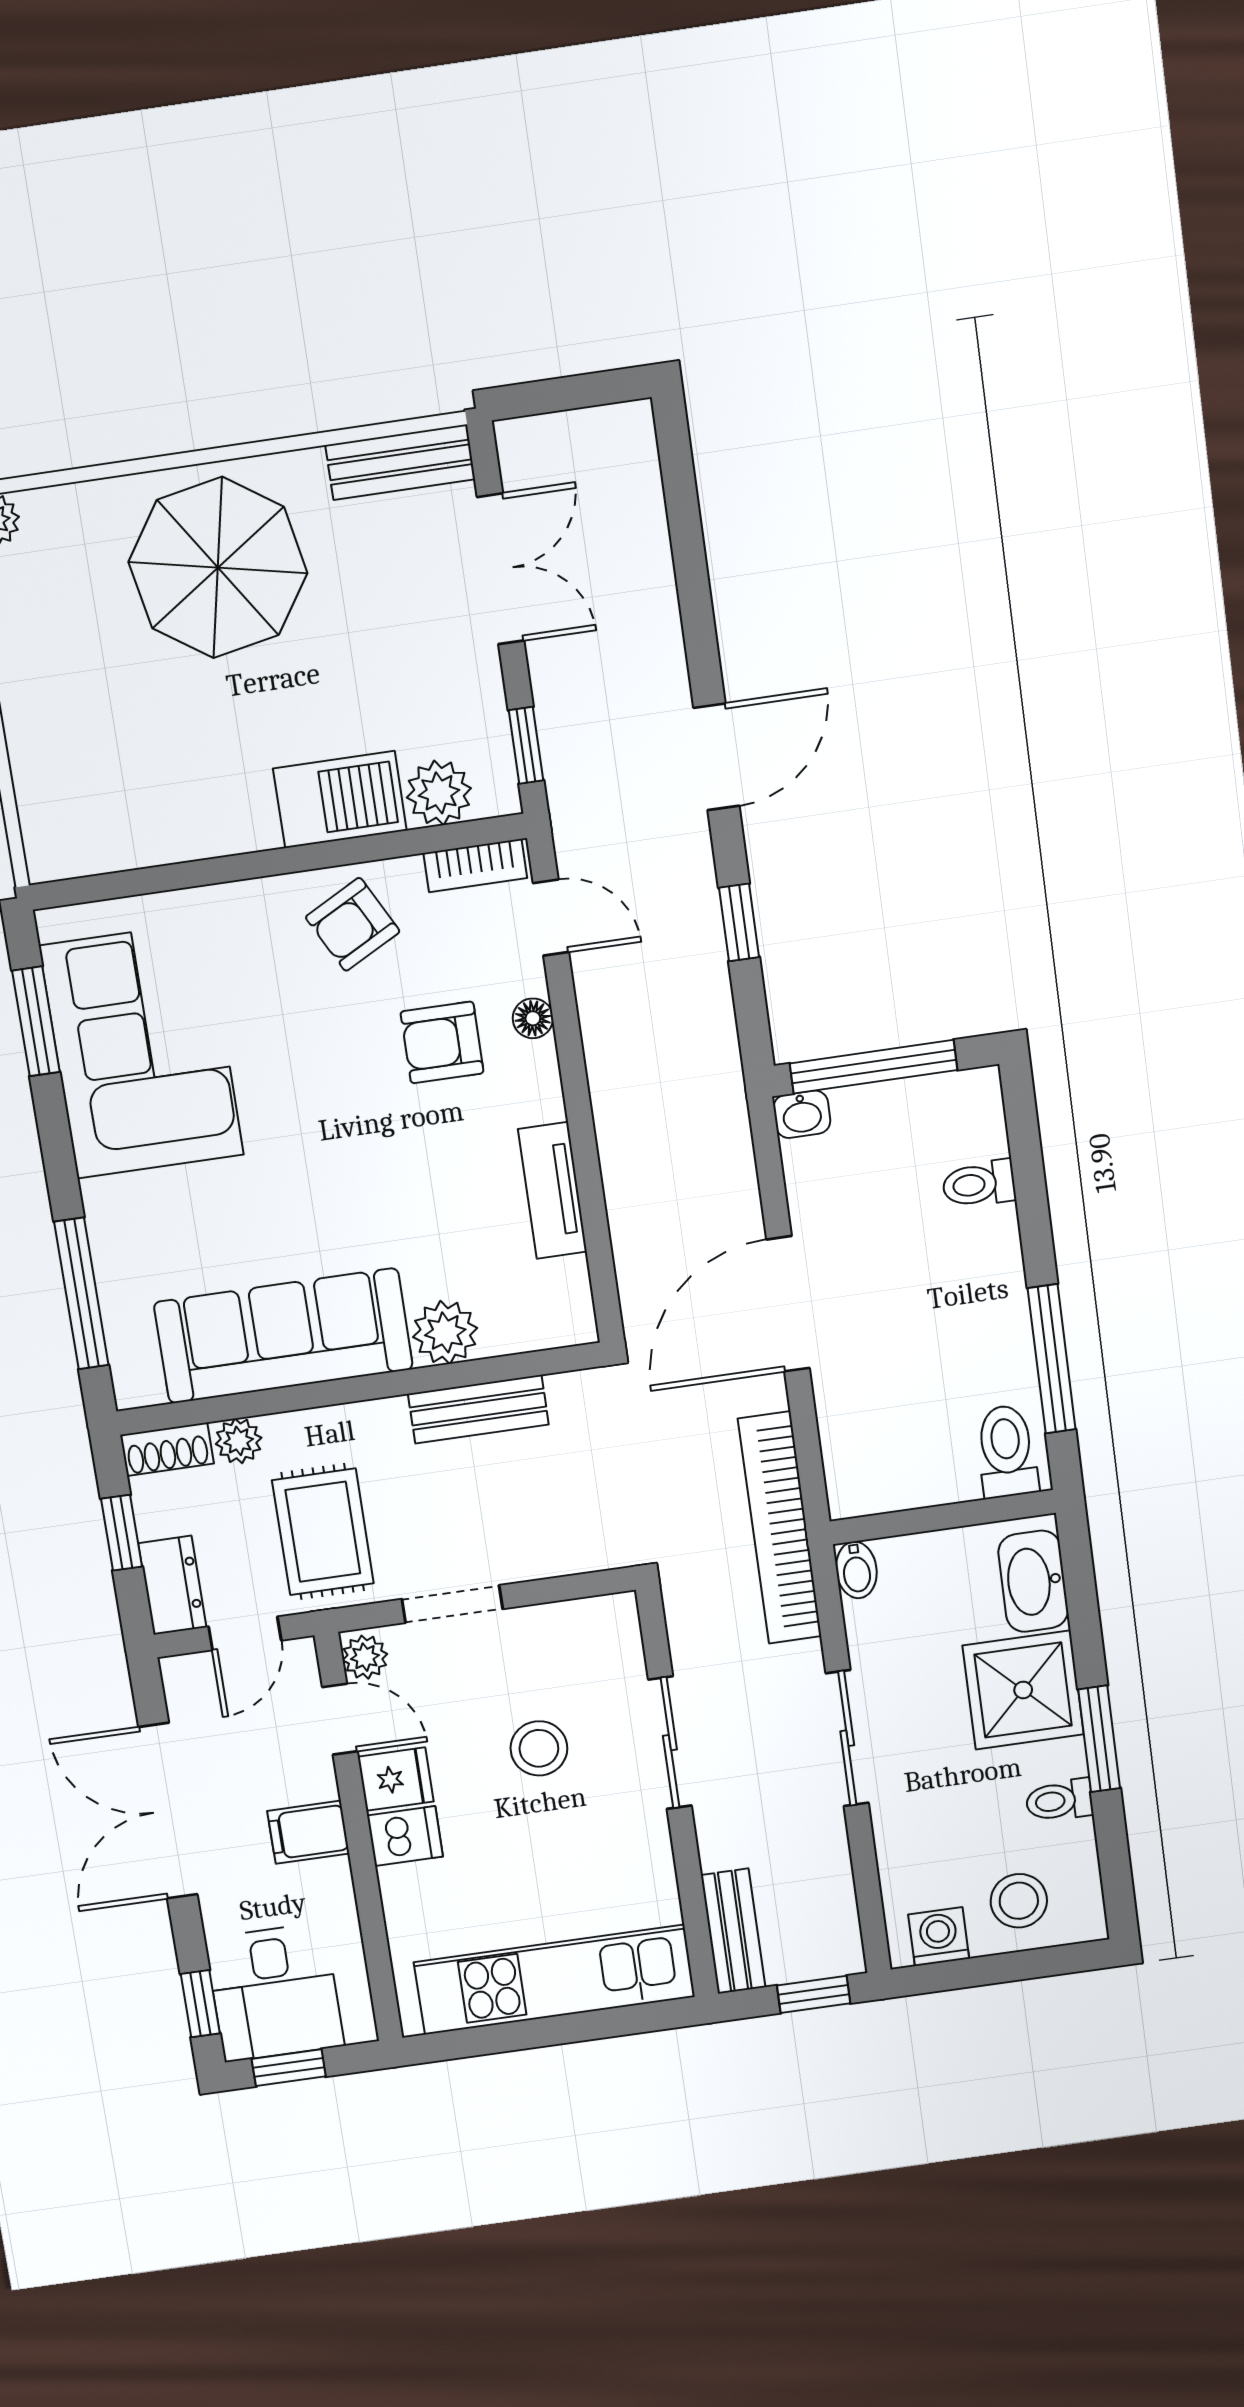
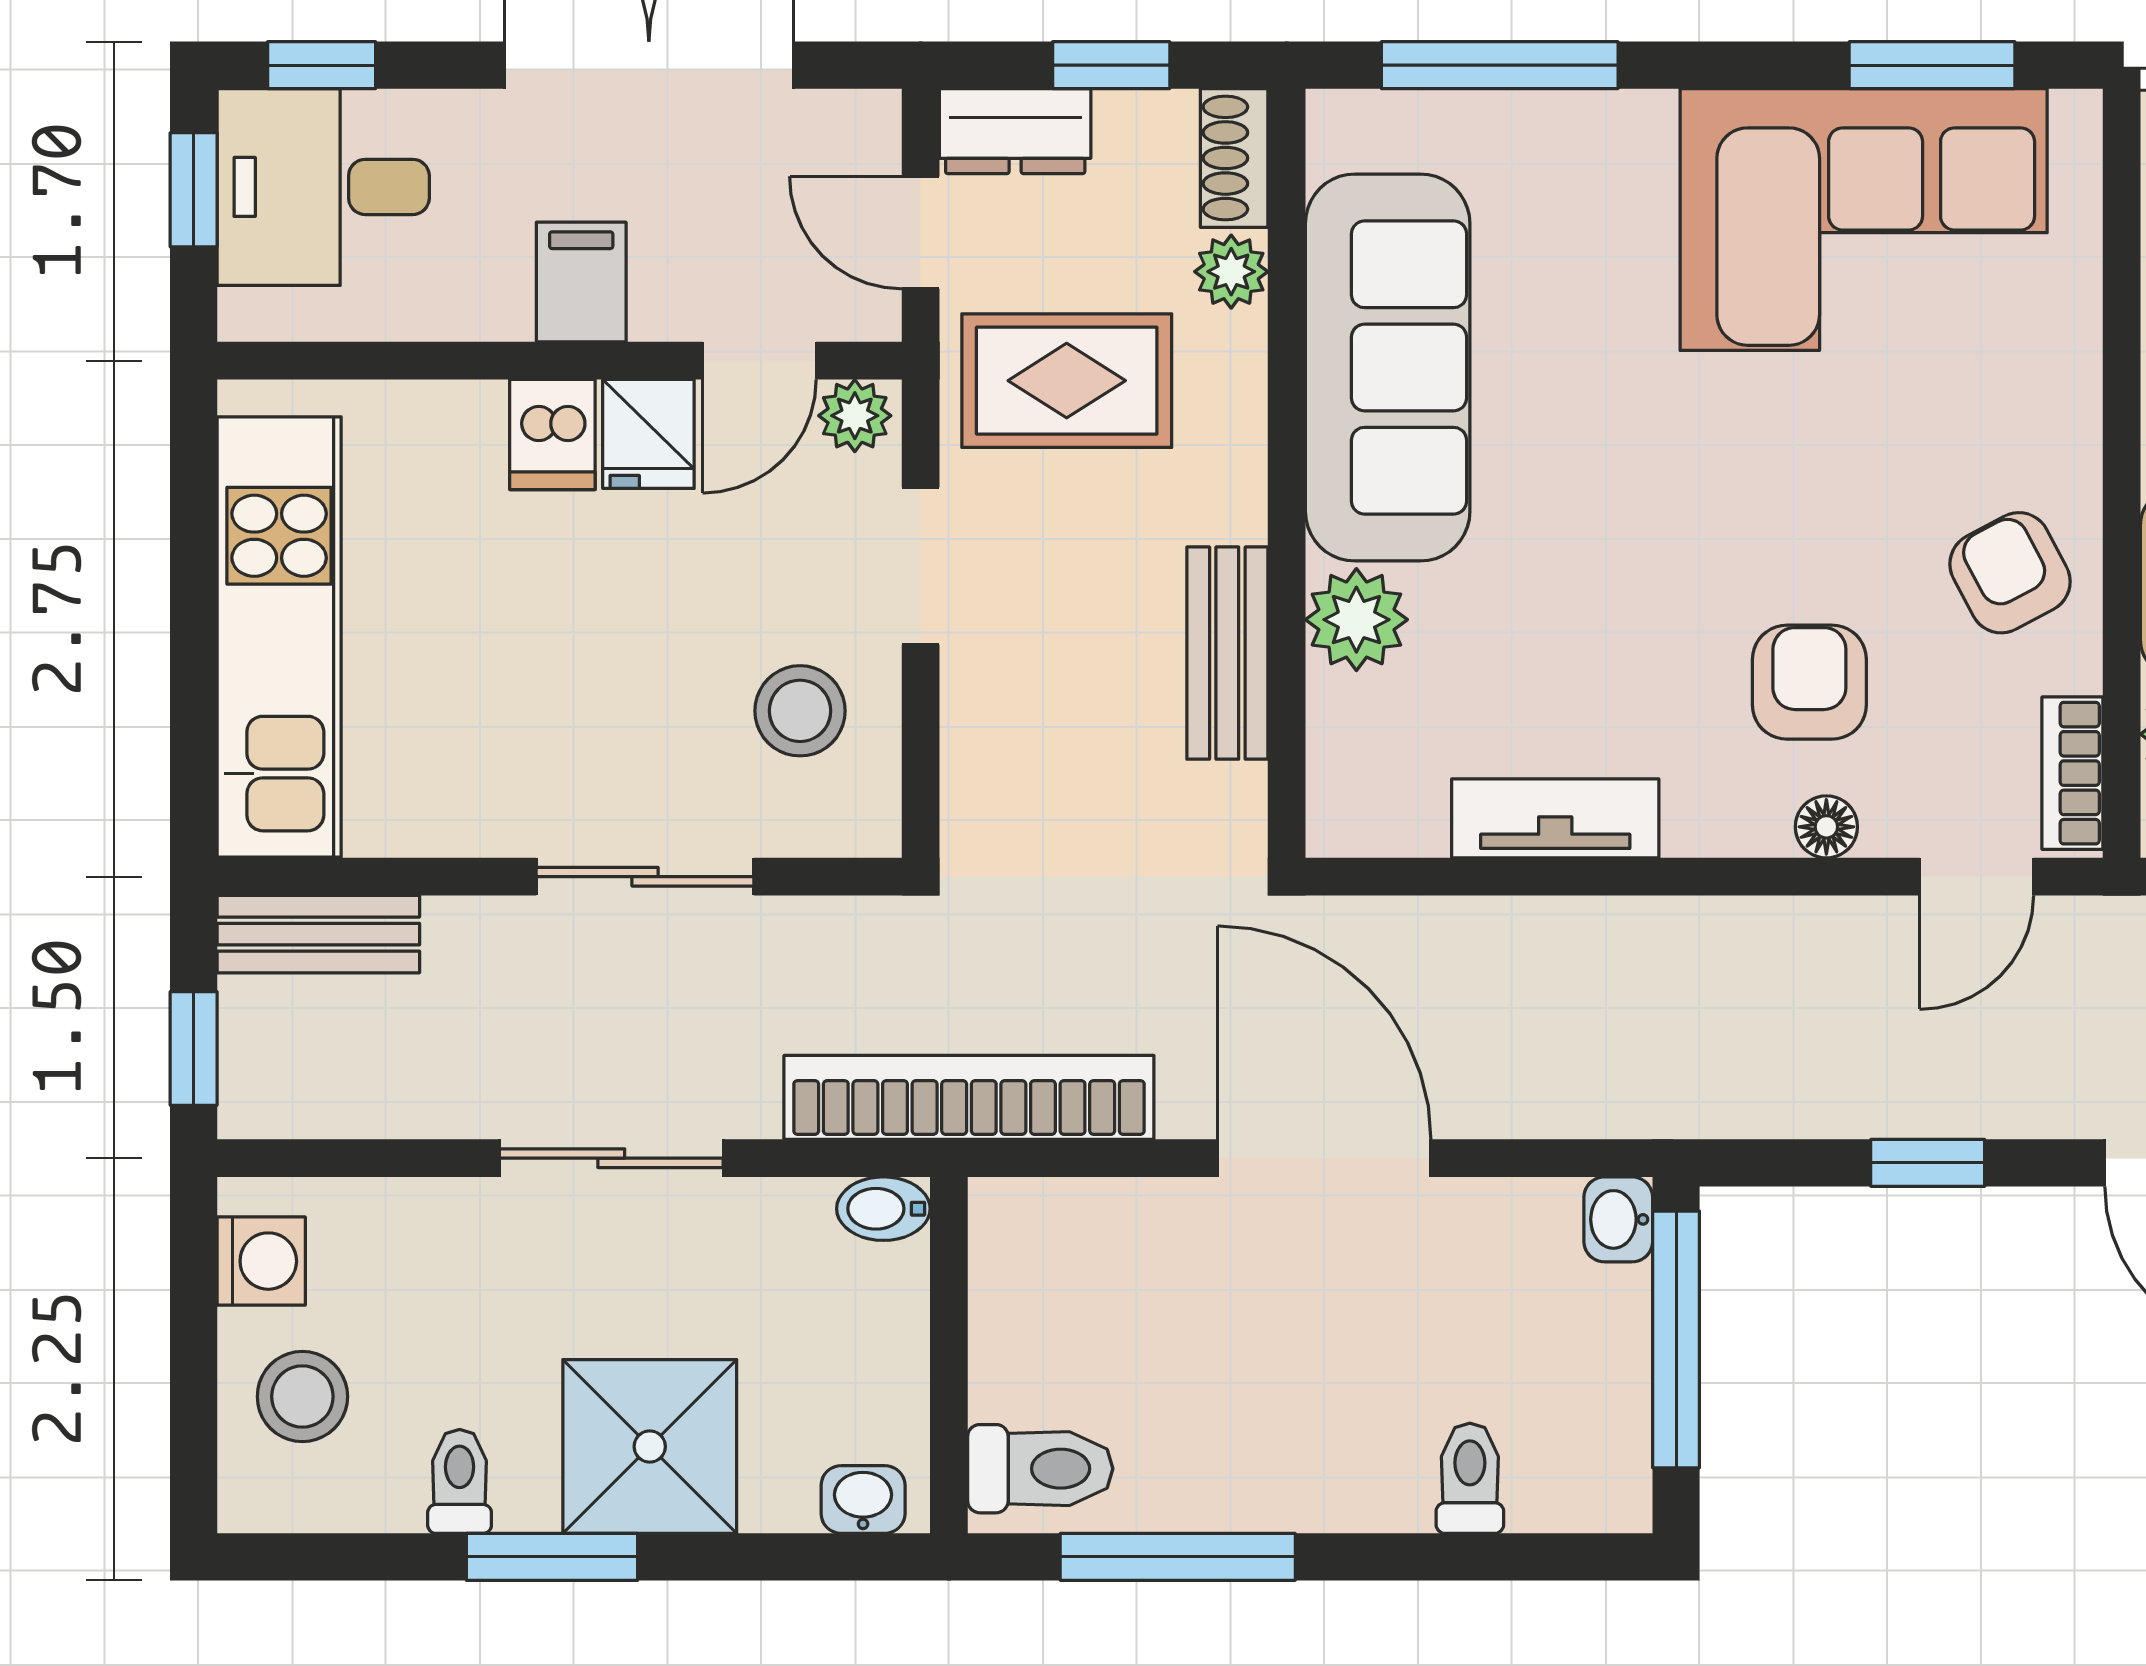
washbasin: (1033, 1581) -> (863, 1500), width x0.52, depth x0.69
stool: (539, 1748) -> (800, 711), moved

